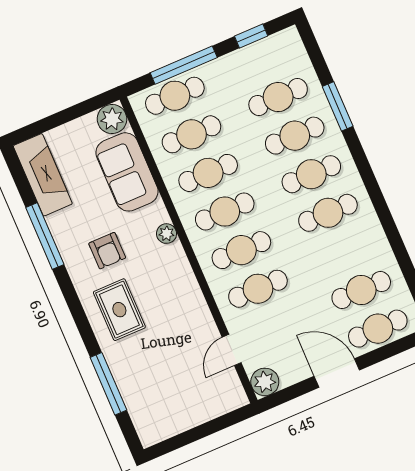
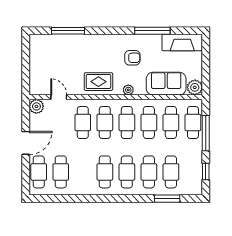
window: (338, 106) -> (167, 199), moved
armchair: (107, 251) -> (132, 58), turned 180
rug: (119, 310) -> (98, 82), moved

